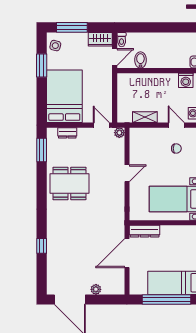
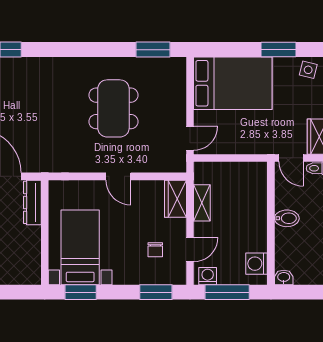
bidet: (140, 60) -> (287, 218), moved
dresser: (67, 133) -> (179, 88), removed
plant: (119, 133) -> (179, 165), removed
wardrobe: (142, 135) -> (176, 199), added
dining table: (69, 183) -> (113, 108), moved

